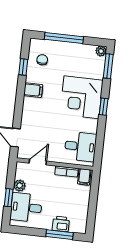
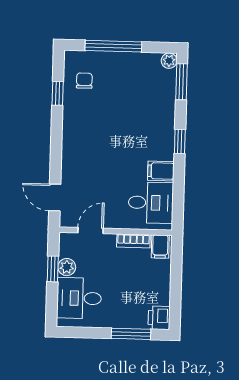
filing cabinet: (33, 90) -> (161, 171), moved, turned 180
corner desk: (81, 97) -> (146, 131), removed
window: (9, 198) -> (53, 269), moved
printer: (61, 224) -> (159, 318), moved, turned -90

